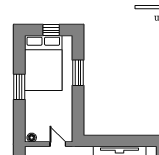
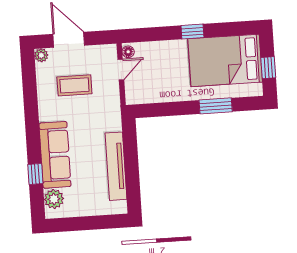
window: (19, 87) -> (192, 32), width x0.67
door: (58, 144) -> (121, 70), moved

